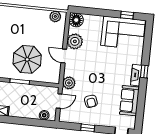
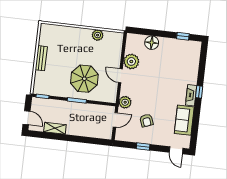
plant: (55, 16) -> (98, 35), moved
floor lamp: (76, 20) -> (152, 43), moved
corner sofa: (123, 33) -> (179, 54), removed
boiler: (44, 115) -> (100, 134), removed

